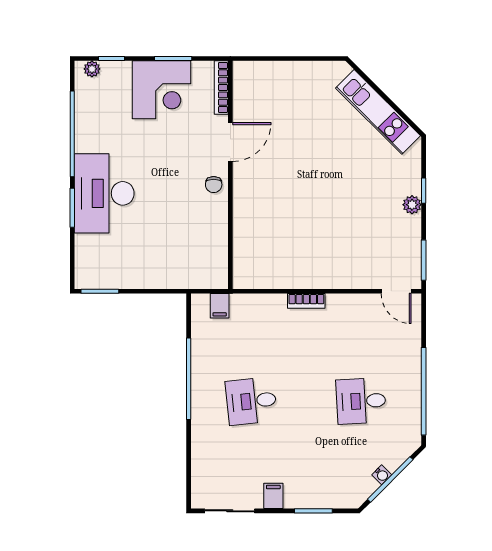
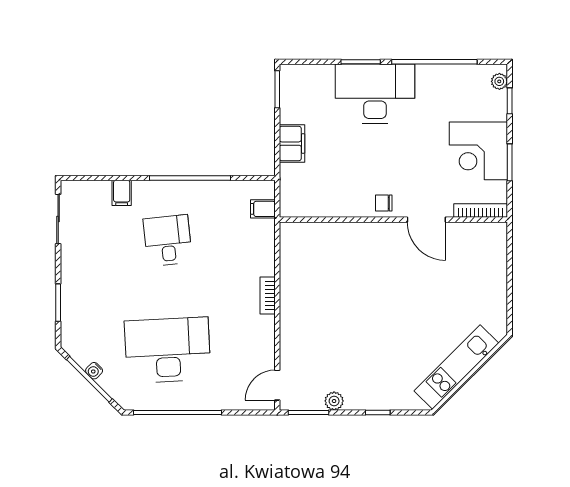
plant: (412, 205) -> (334, 401), moved
filing cabinet: (154, 276) -> (292, 144), added
desk: (361, 401) -> (168, 350), width x1.87, depth x1.30
filing cabinet: (273, 496) -> (122, 193), moved, turned 90

